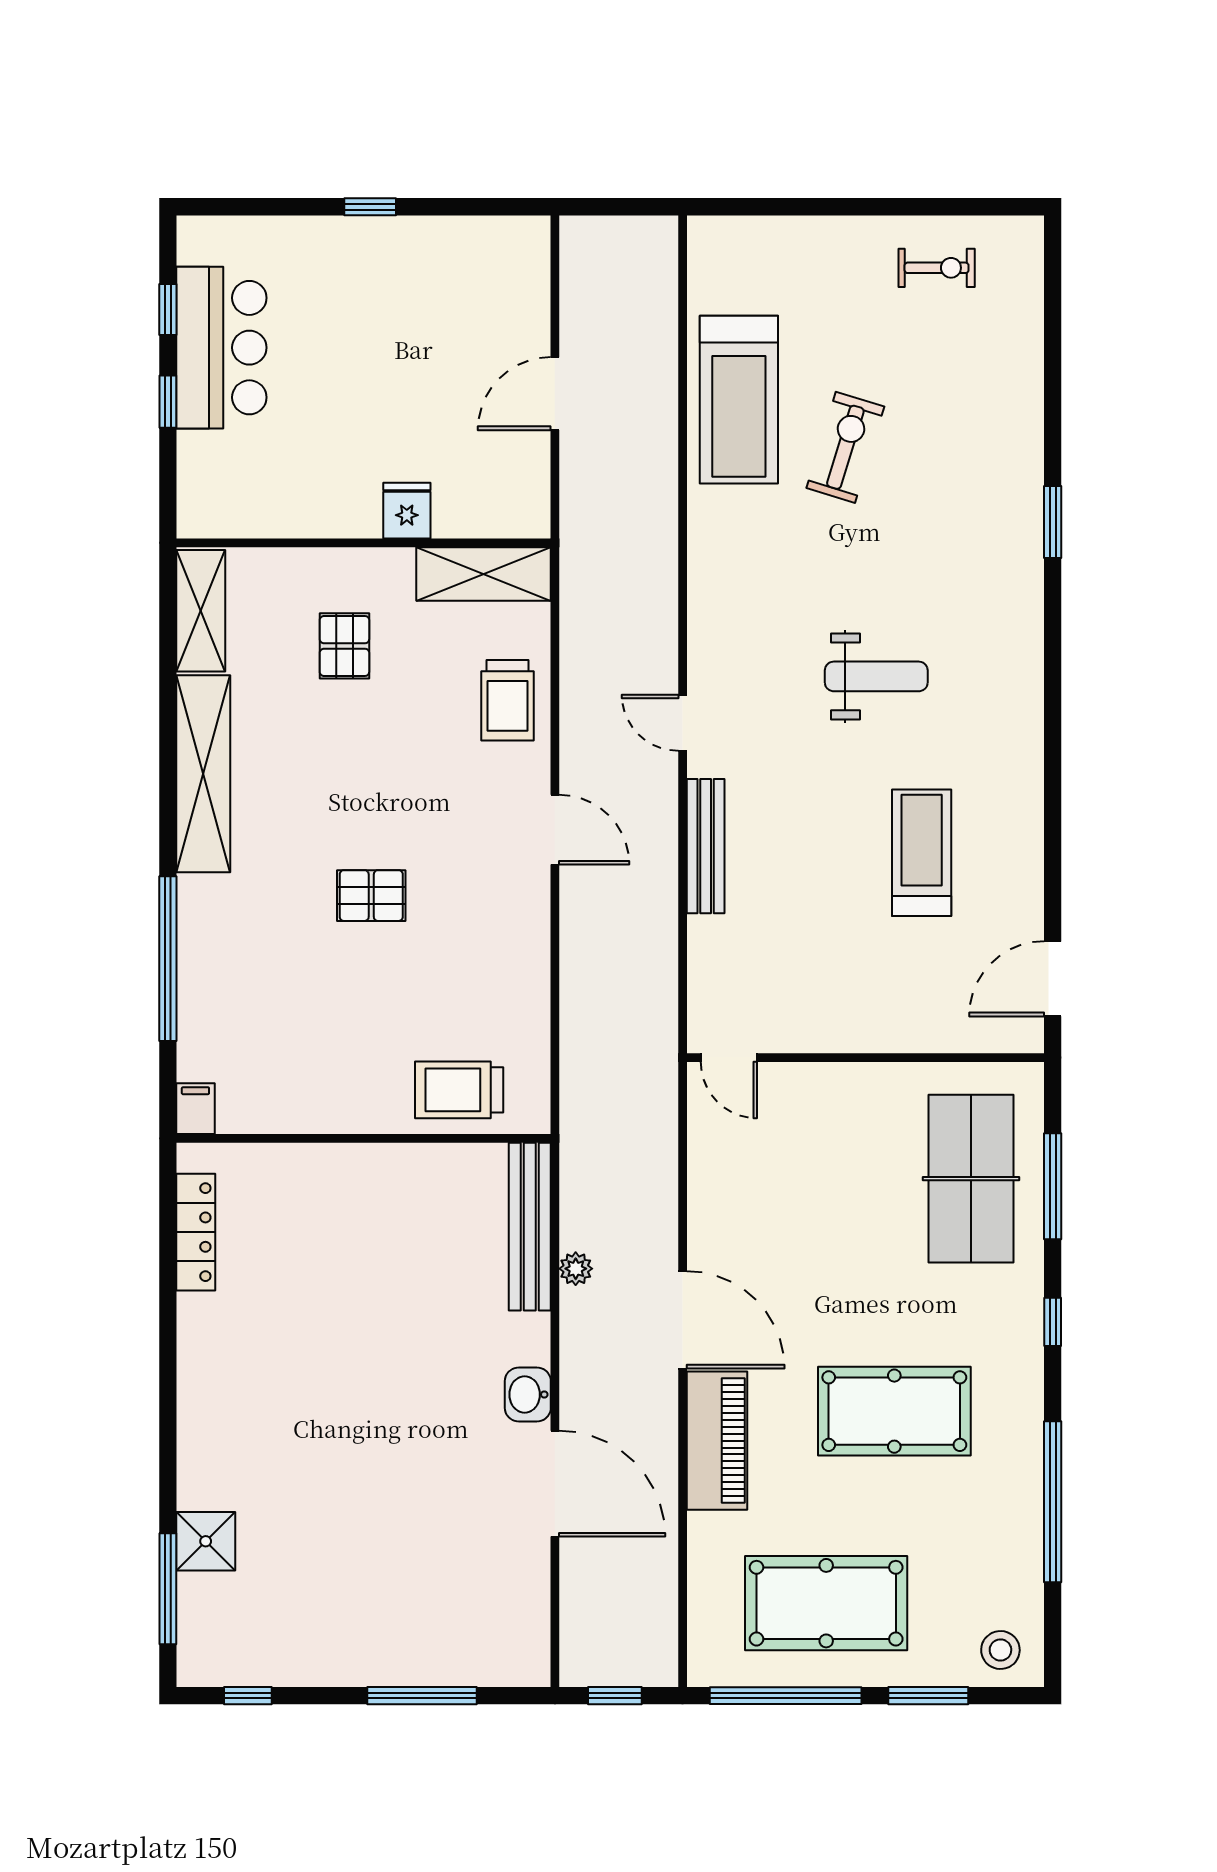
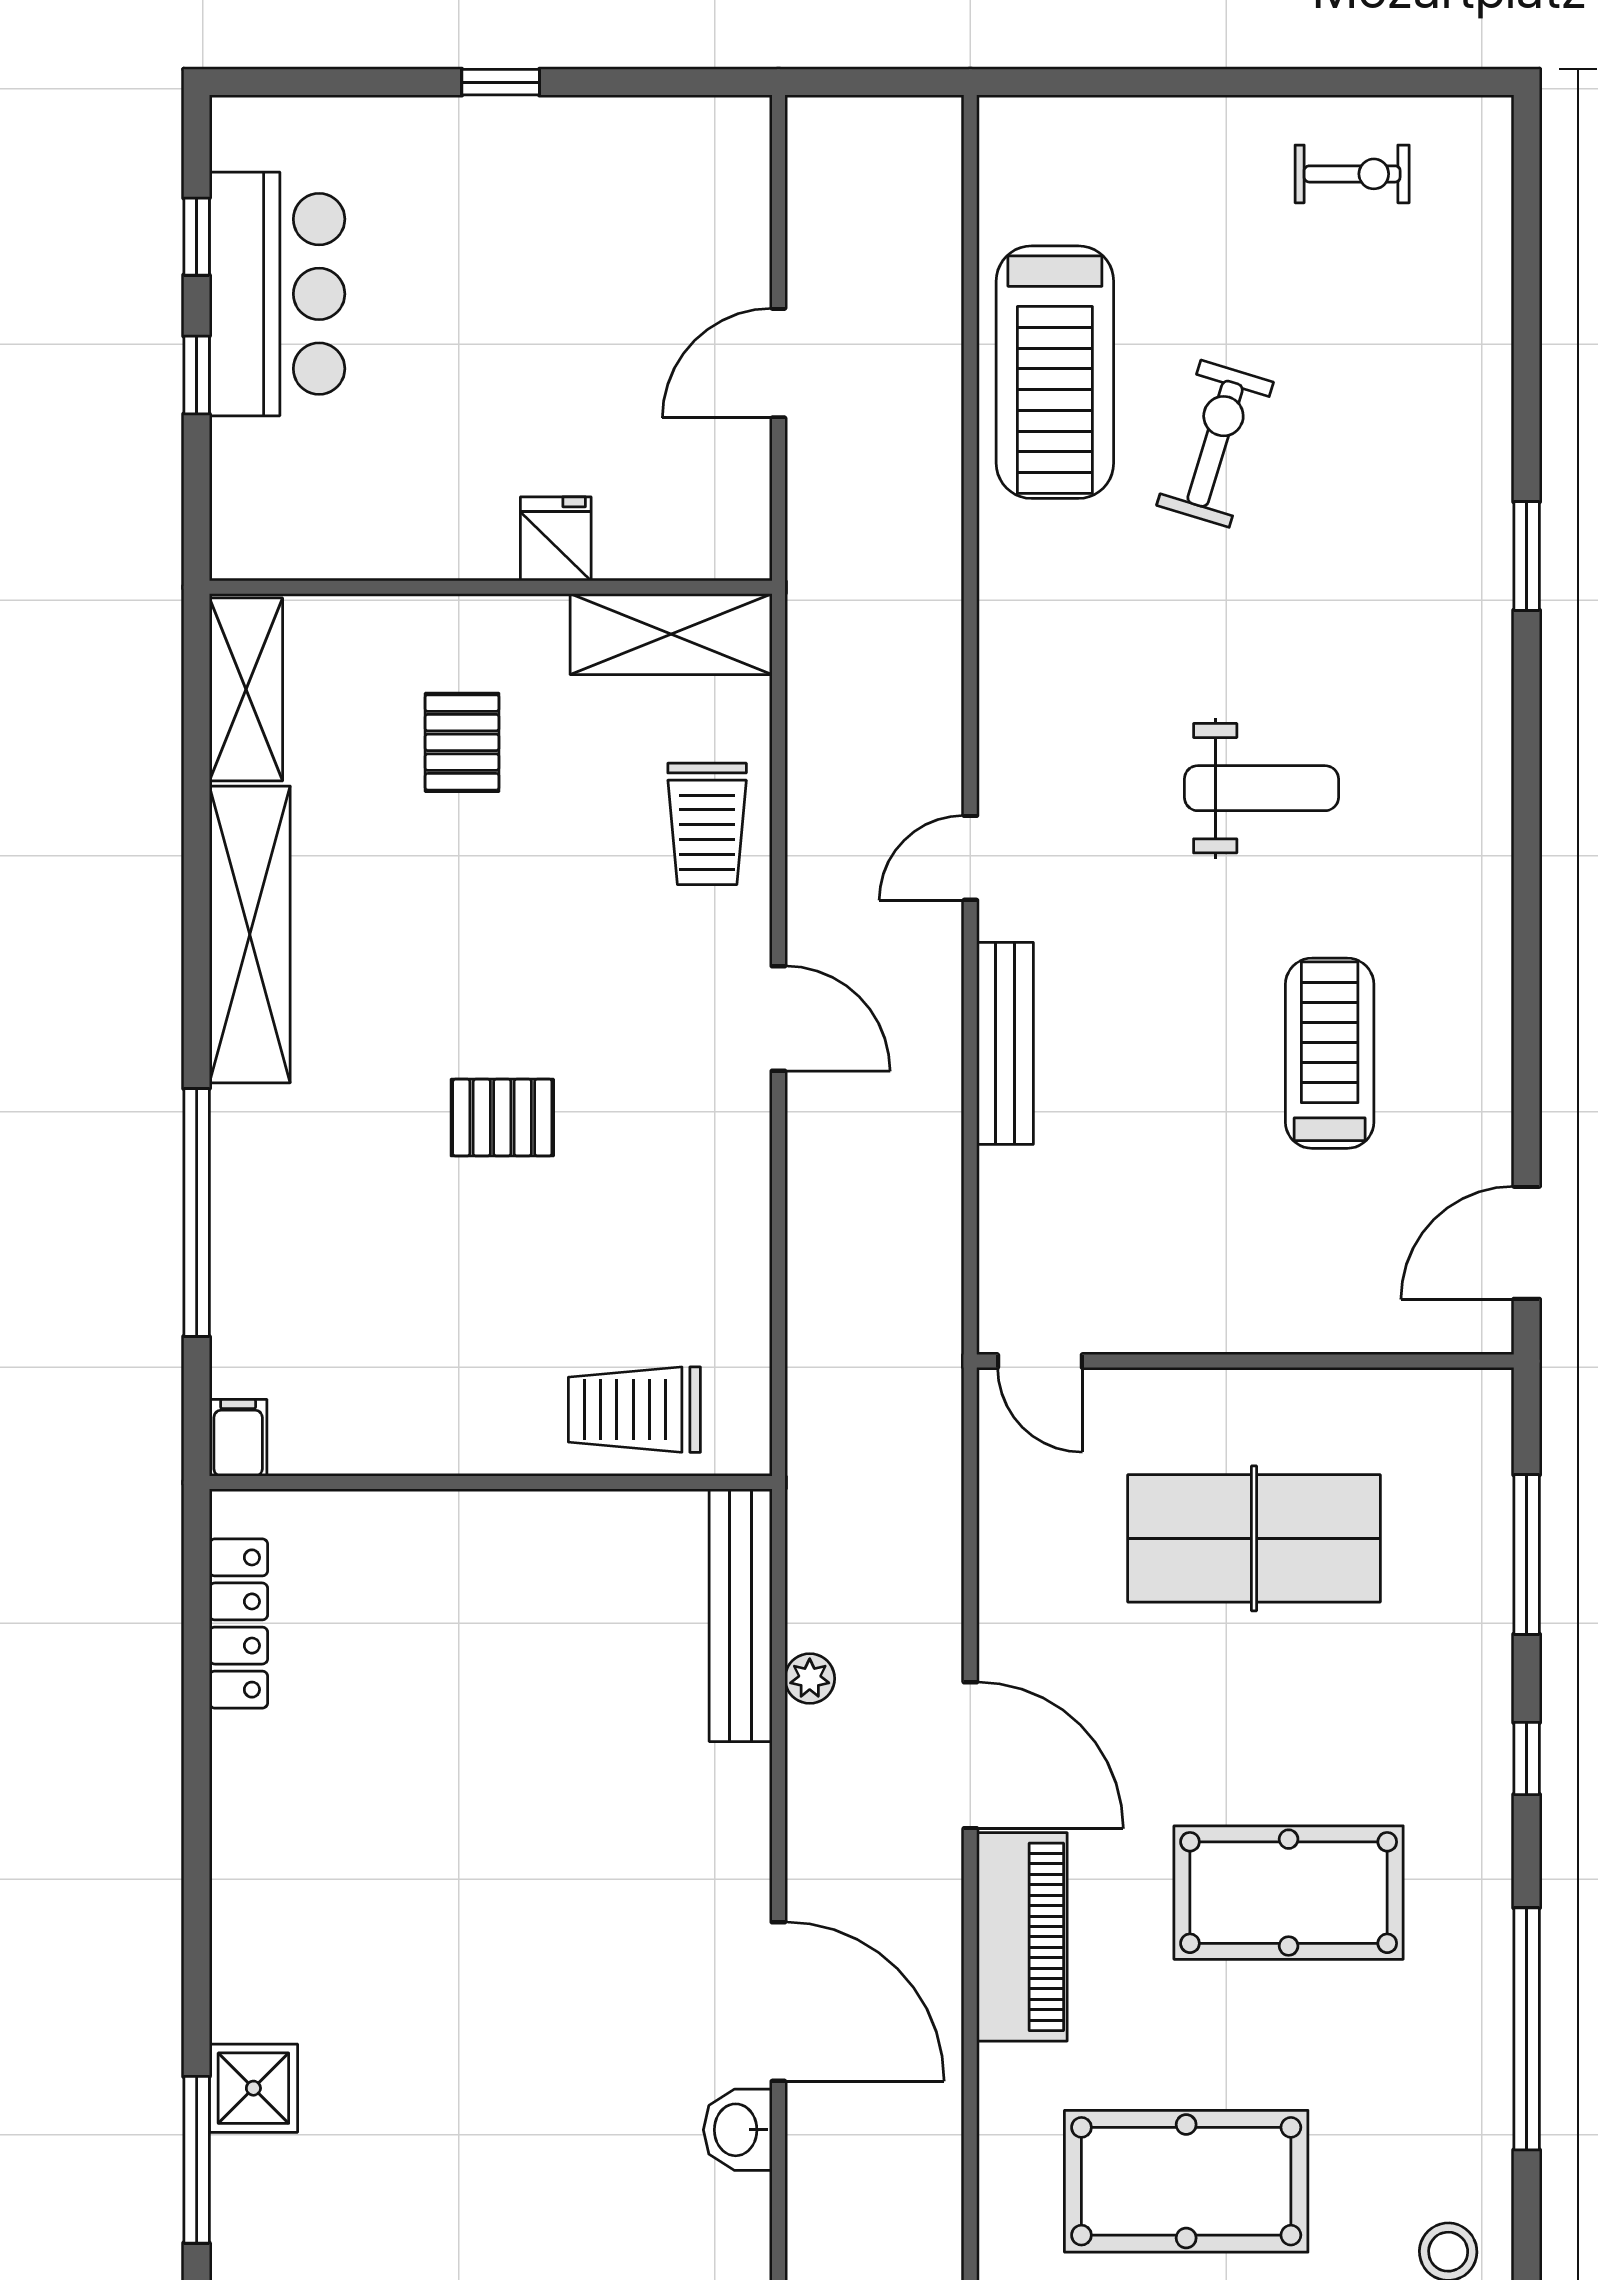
door: (683, 723) -> (970, 858), hinge flipped
table tennis table: (971, 1179) -> (1254, 1538), moved, turned 90
washbasin: (528, 1394) -> (738, 2130), moved

